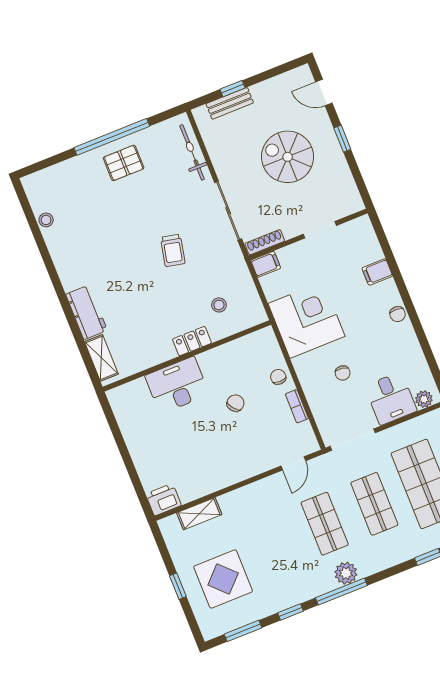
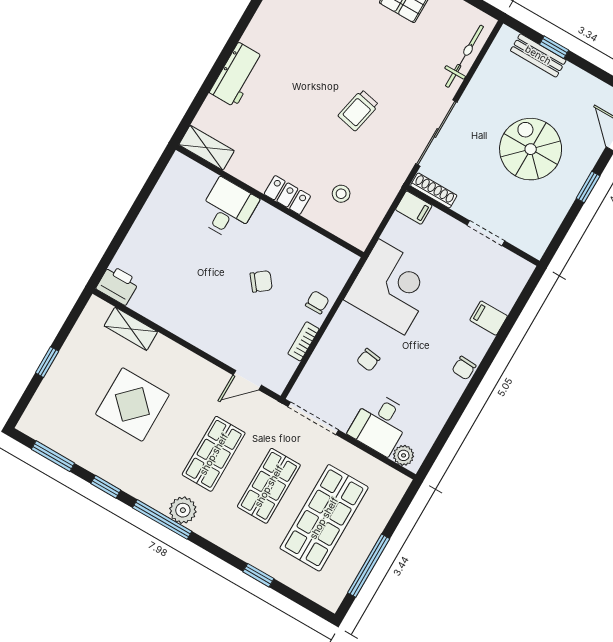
shelving: (101, 358) -> (207, 148), moved, turned 90
desk: (177, 385) -> (228, 209), width x0.73
display table: (223, 579) -> (132, 404), moved

